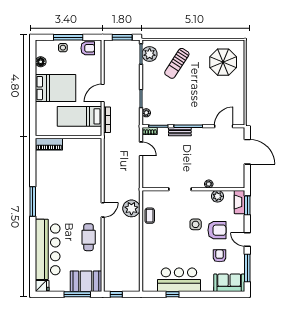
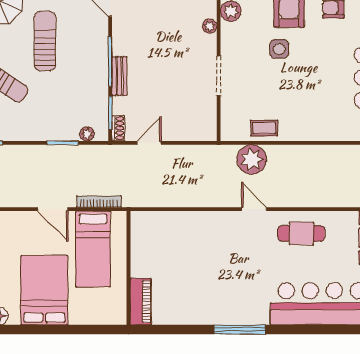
sun lounger: (200, 88) -> (45, 41), added

